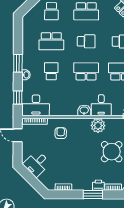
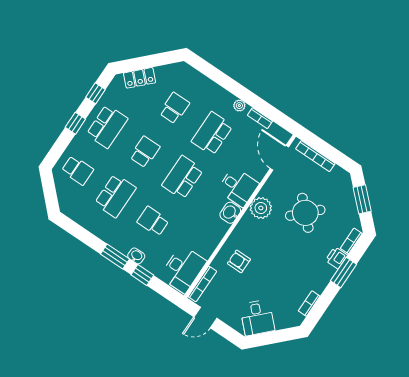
window: (18, 98) -> (142, 275), moved

